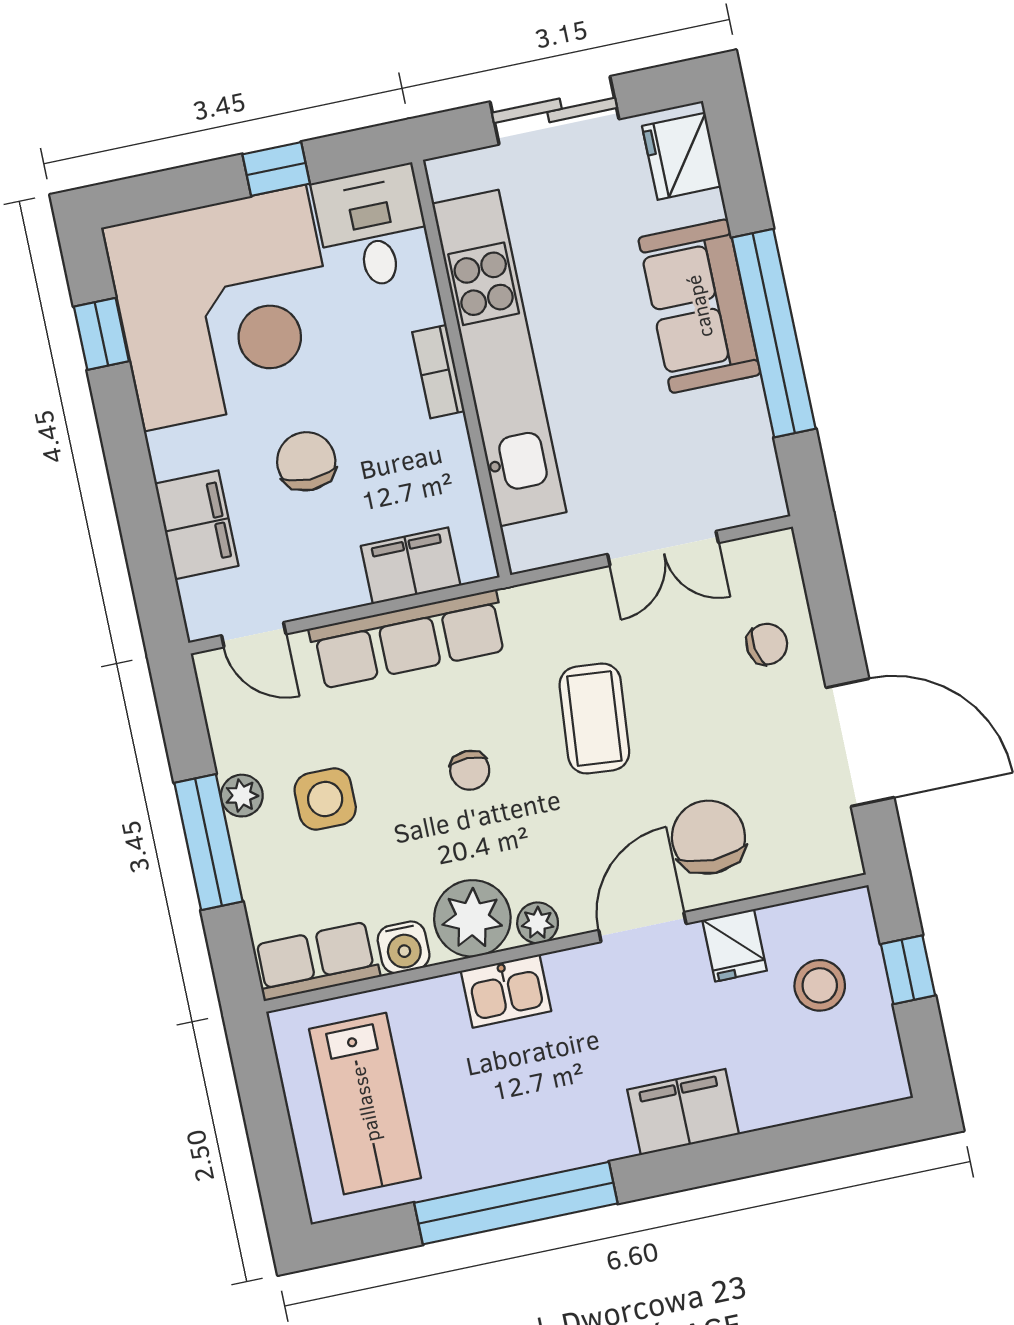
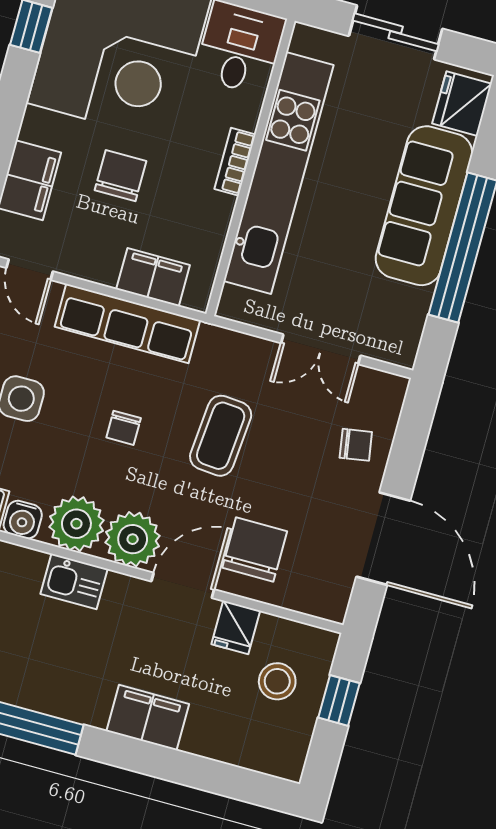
sofa: (699, 306) -> (424, 206), width x1.36
plant: (538, 923) -> (133, 539), width x1.87, depth x1.87

